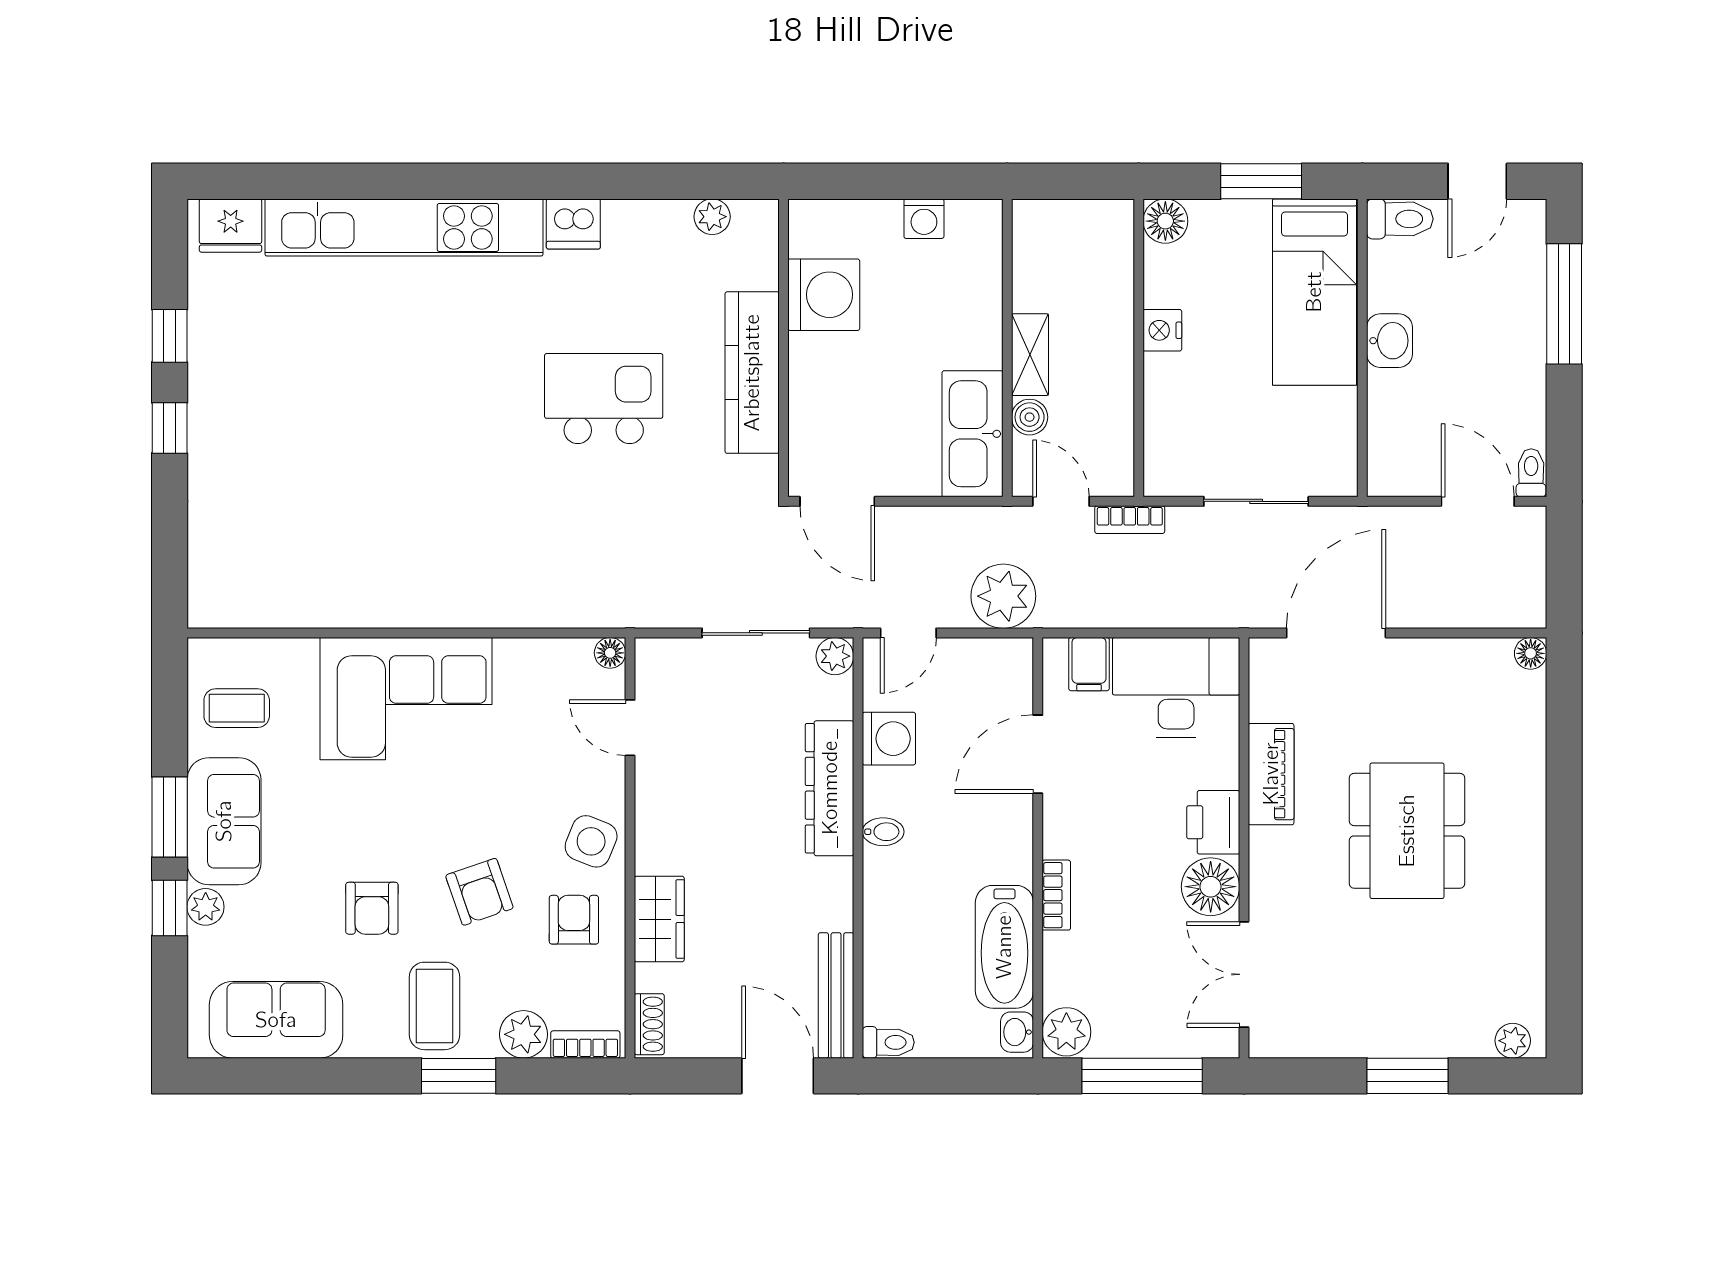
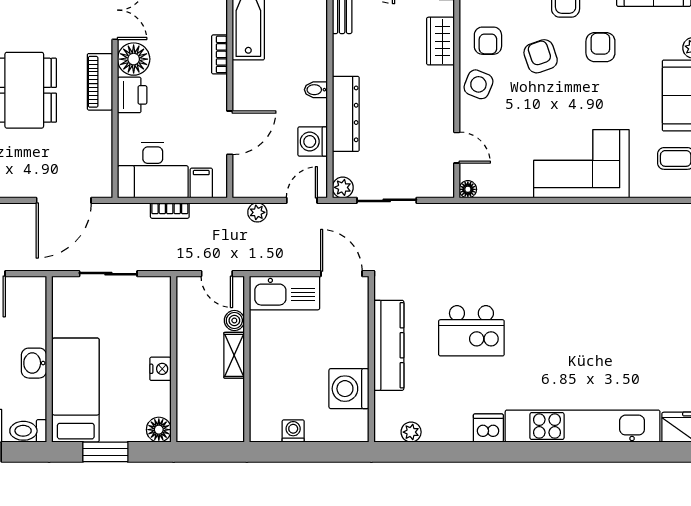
kitchen sink: (972, 434) -> (284, 293), moved, turned 90
bookcase: (1130, 520) -> (170, 211), moved, turned 180
plant: (1003, 596) -> (257, 212), width x0.53, depth x0.53
piano: (1271, 774) -> (100, 82), moved

